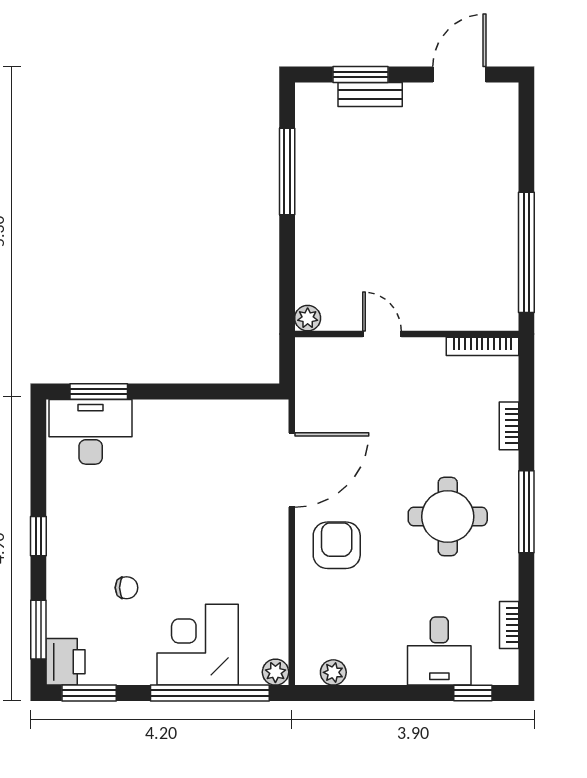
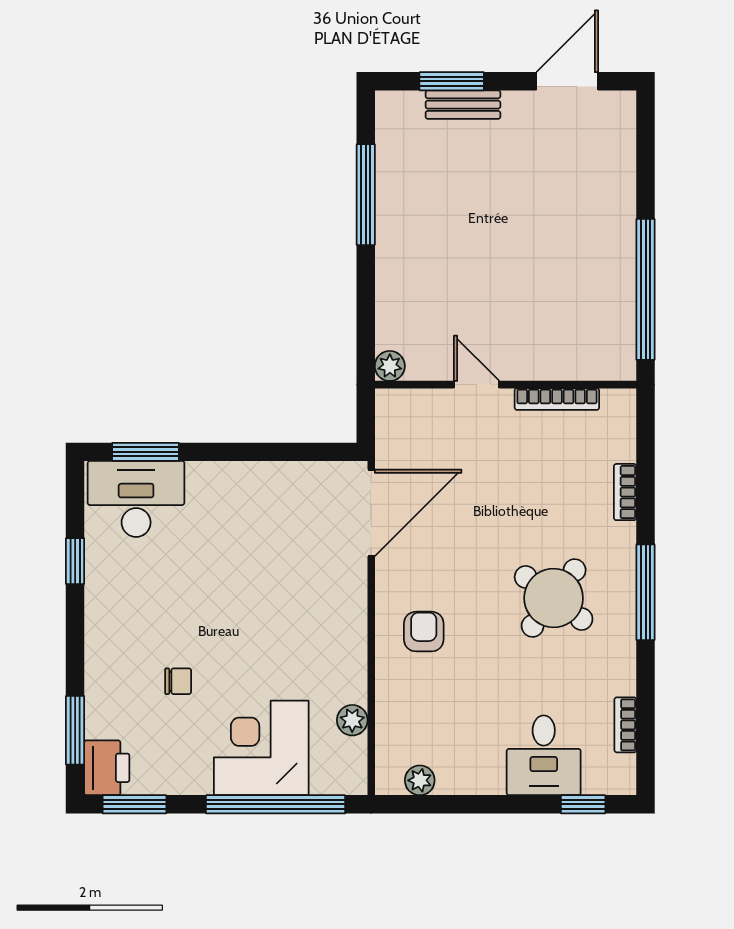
bookcase: (482, 346) -> (557, 399), moved
door: (292, 470) -> (371, 513), moved
round table: (448, 517) -> (554, 598), turned 37
window: (38, 536) -> (75, 561), moved
armchair: (337, 545) -> (424, 632), width x0.72, depth x0.72
plant: (275, 672) -> (352, 720), moved

